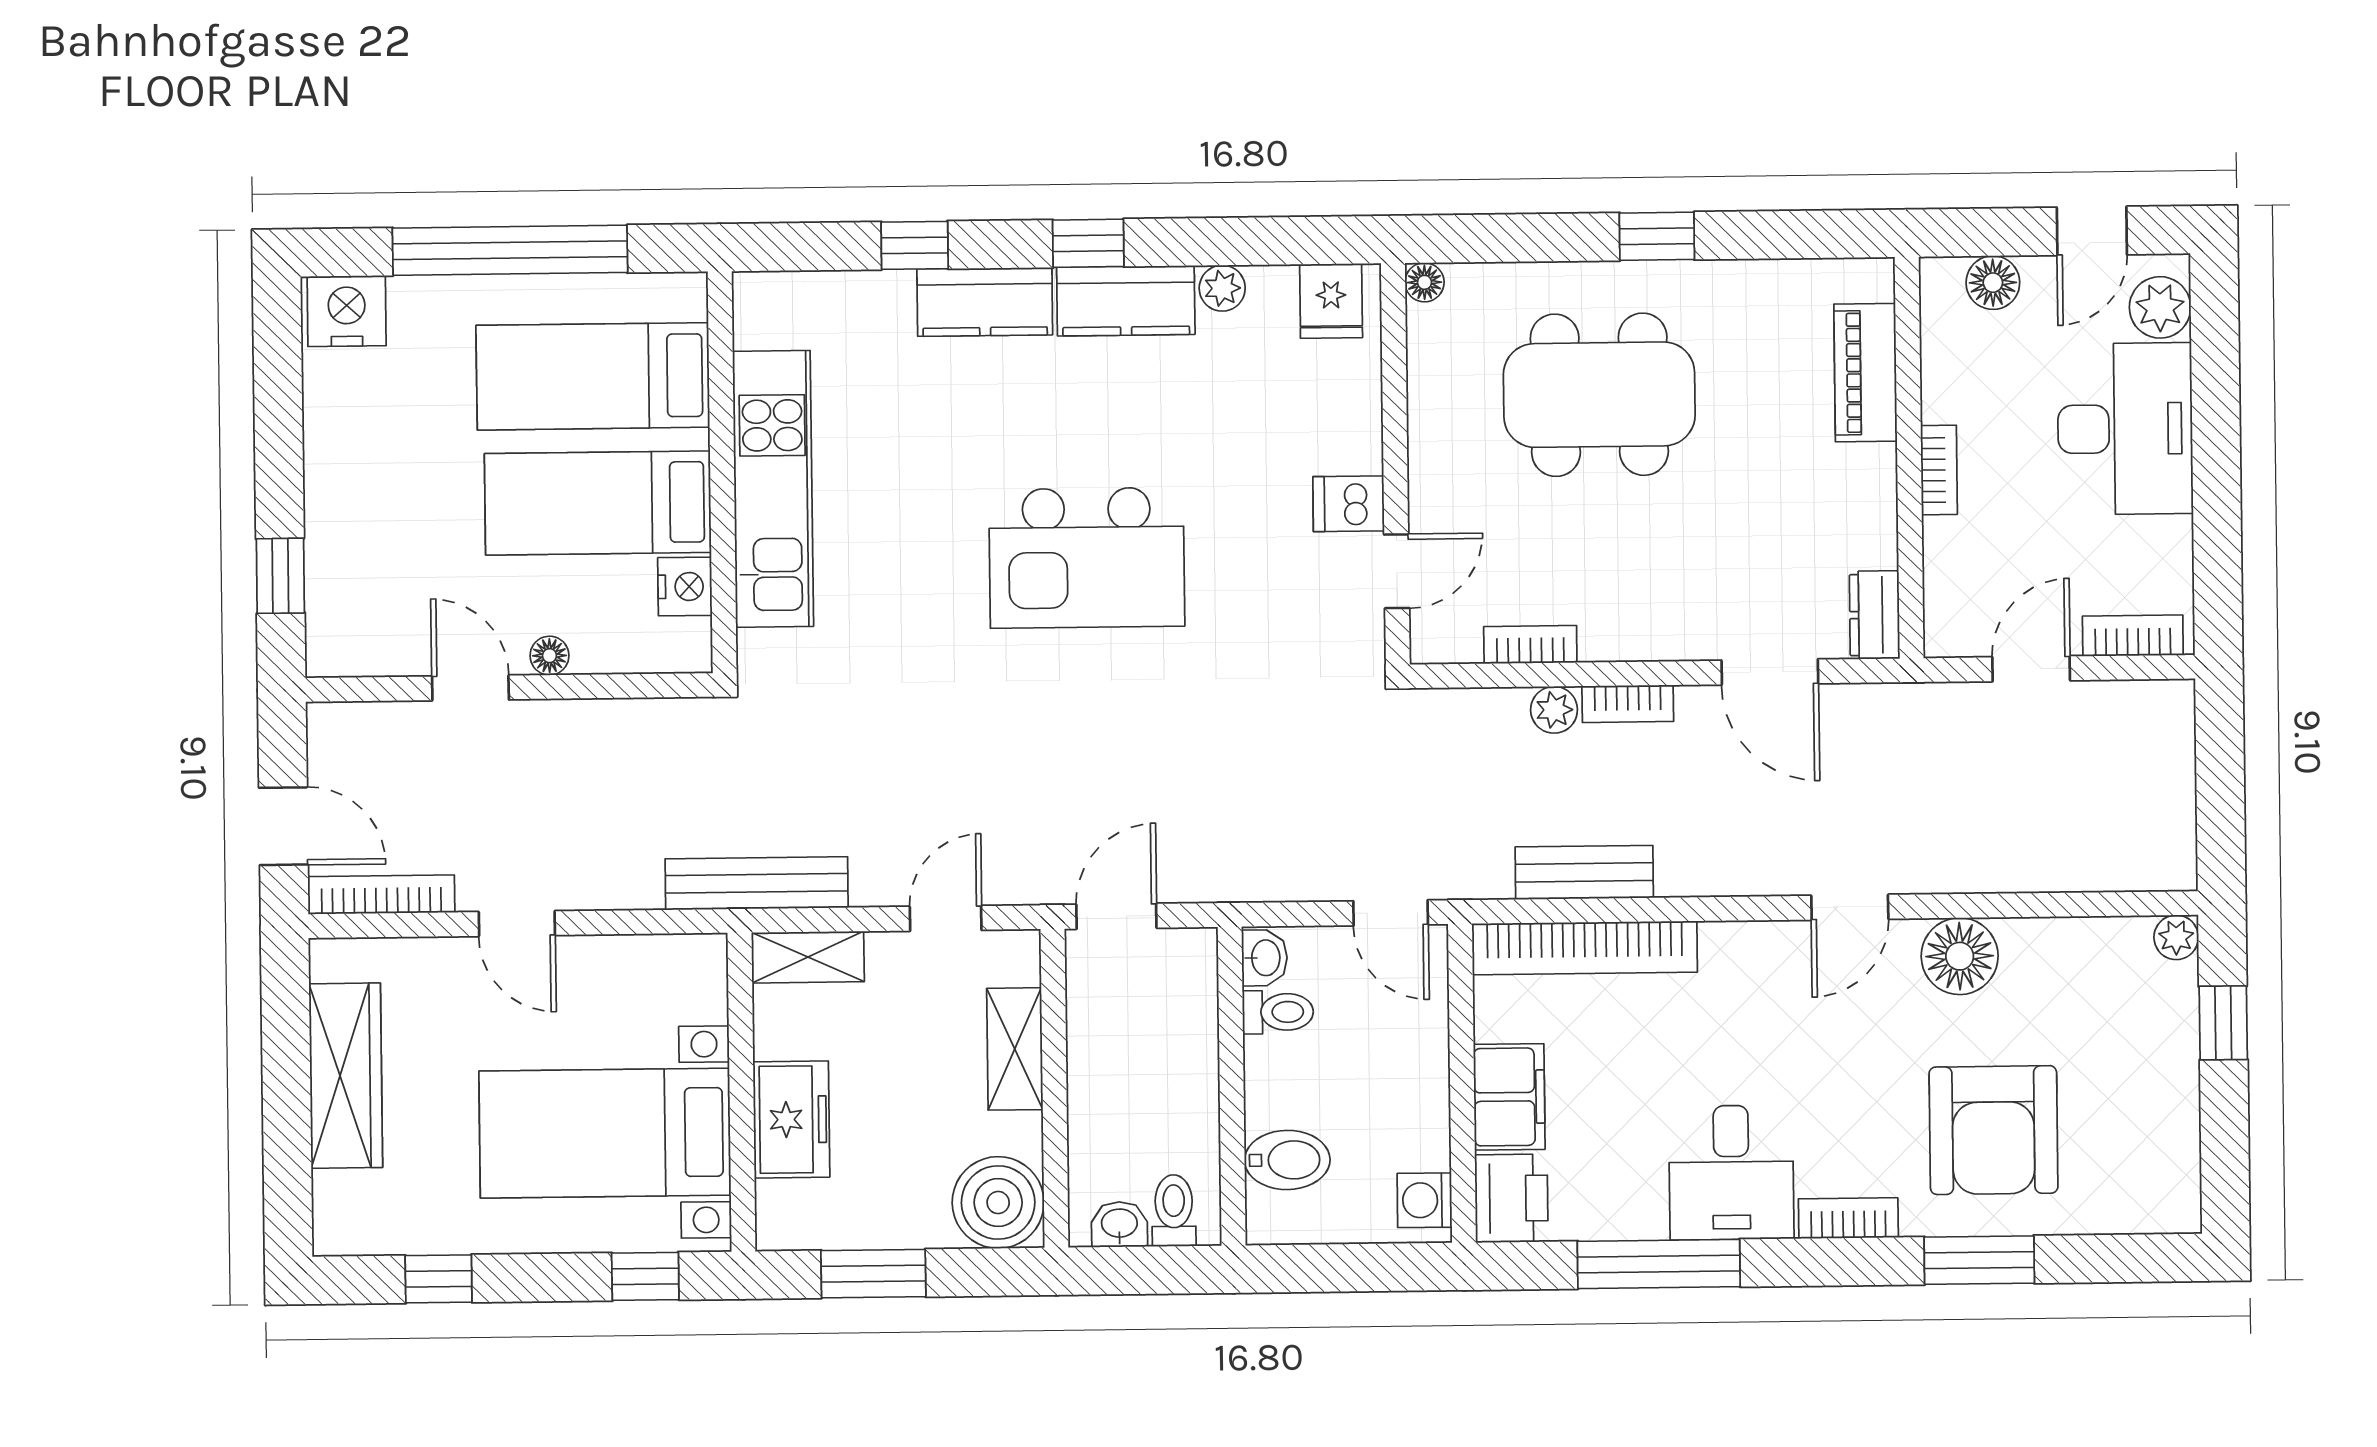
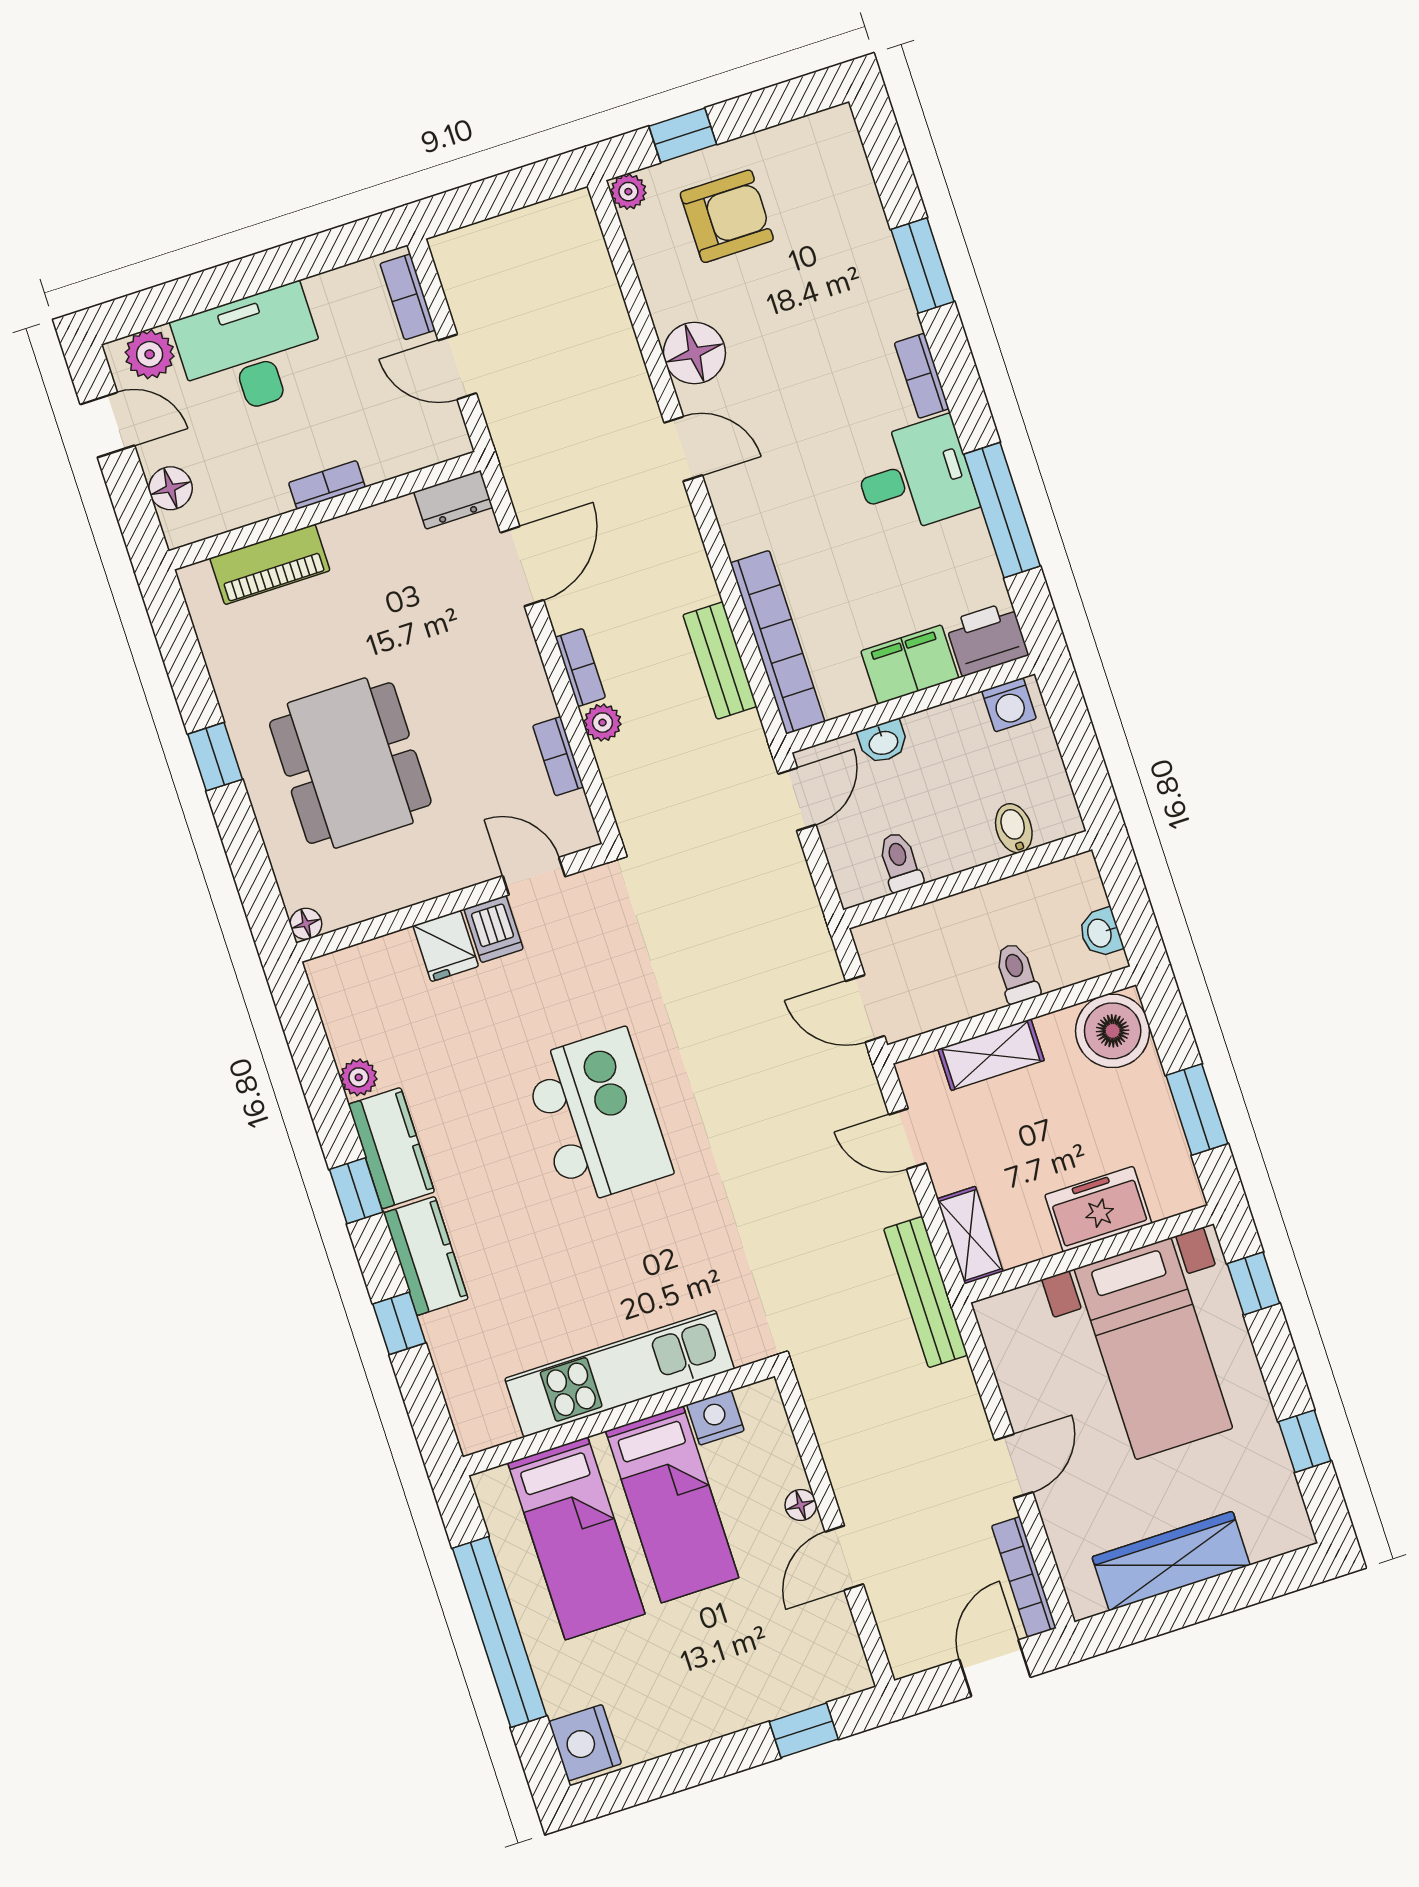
fridge: (1331, 301) -> (446, 946), moved, turned 90
washbasin: (1264, 958) -> (883, 742), moved, turned 180
armchair: (1993, 1130) -> (727, 216), moved, width x0.73, depth x0.73
bidet: (1287, 1160) -> (1014, 828), width x0.72, depth x0.74
toilet: (1174, 1211) -> (1017, 973), moved, turned 90

